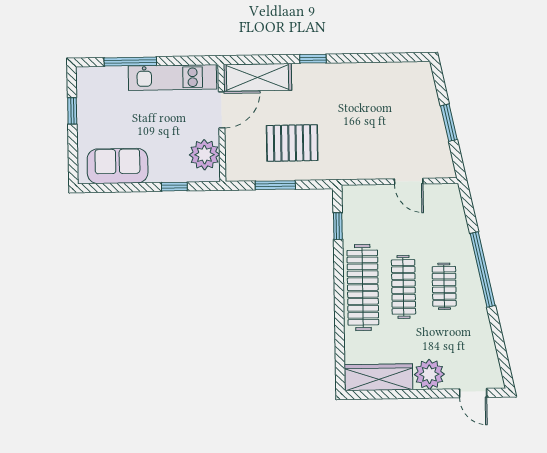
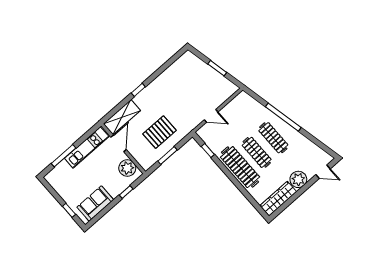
window: (72, 111) -> (69, 210), moved
door: (409, 181) -> (211, 116), moved
clothes rail: (444, 286) -> (273, 138), width x1.36

